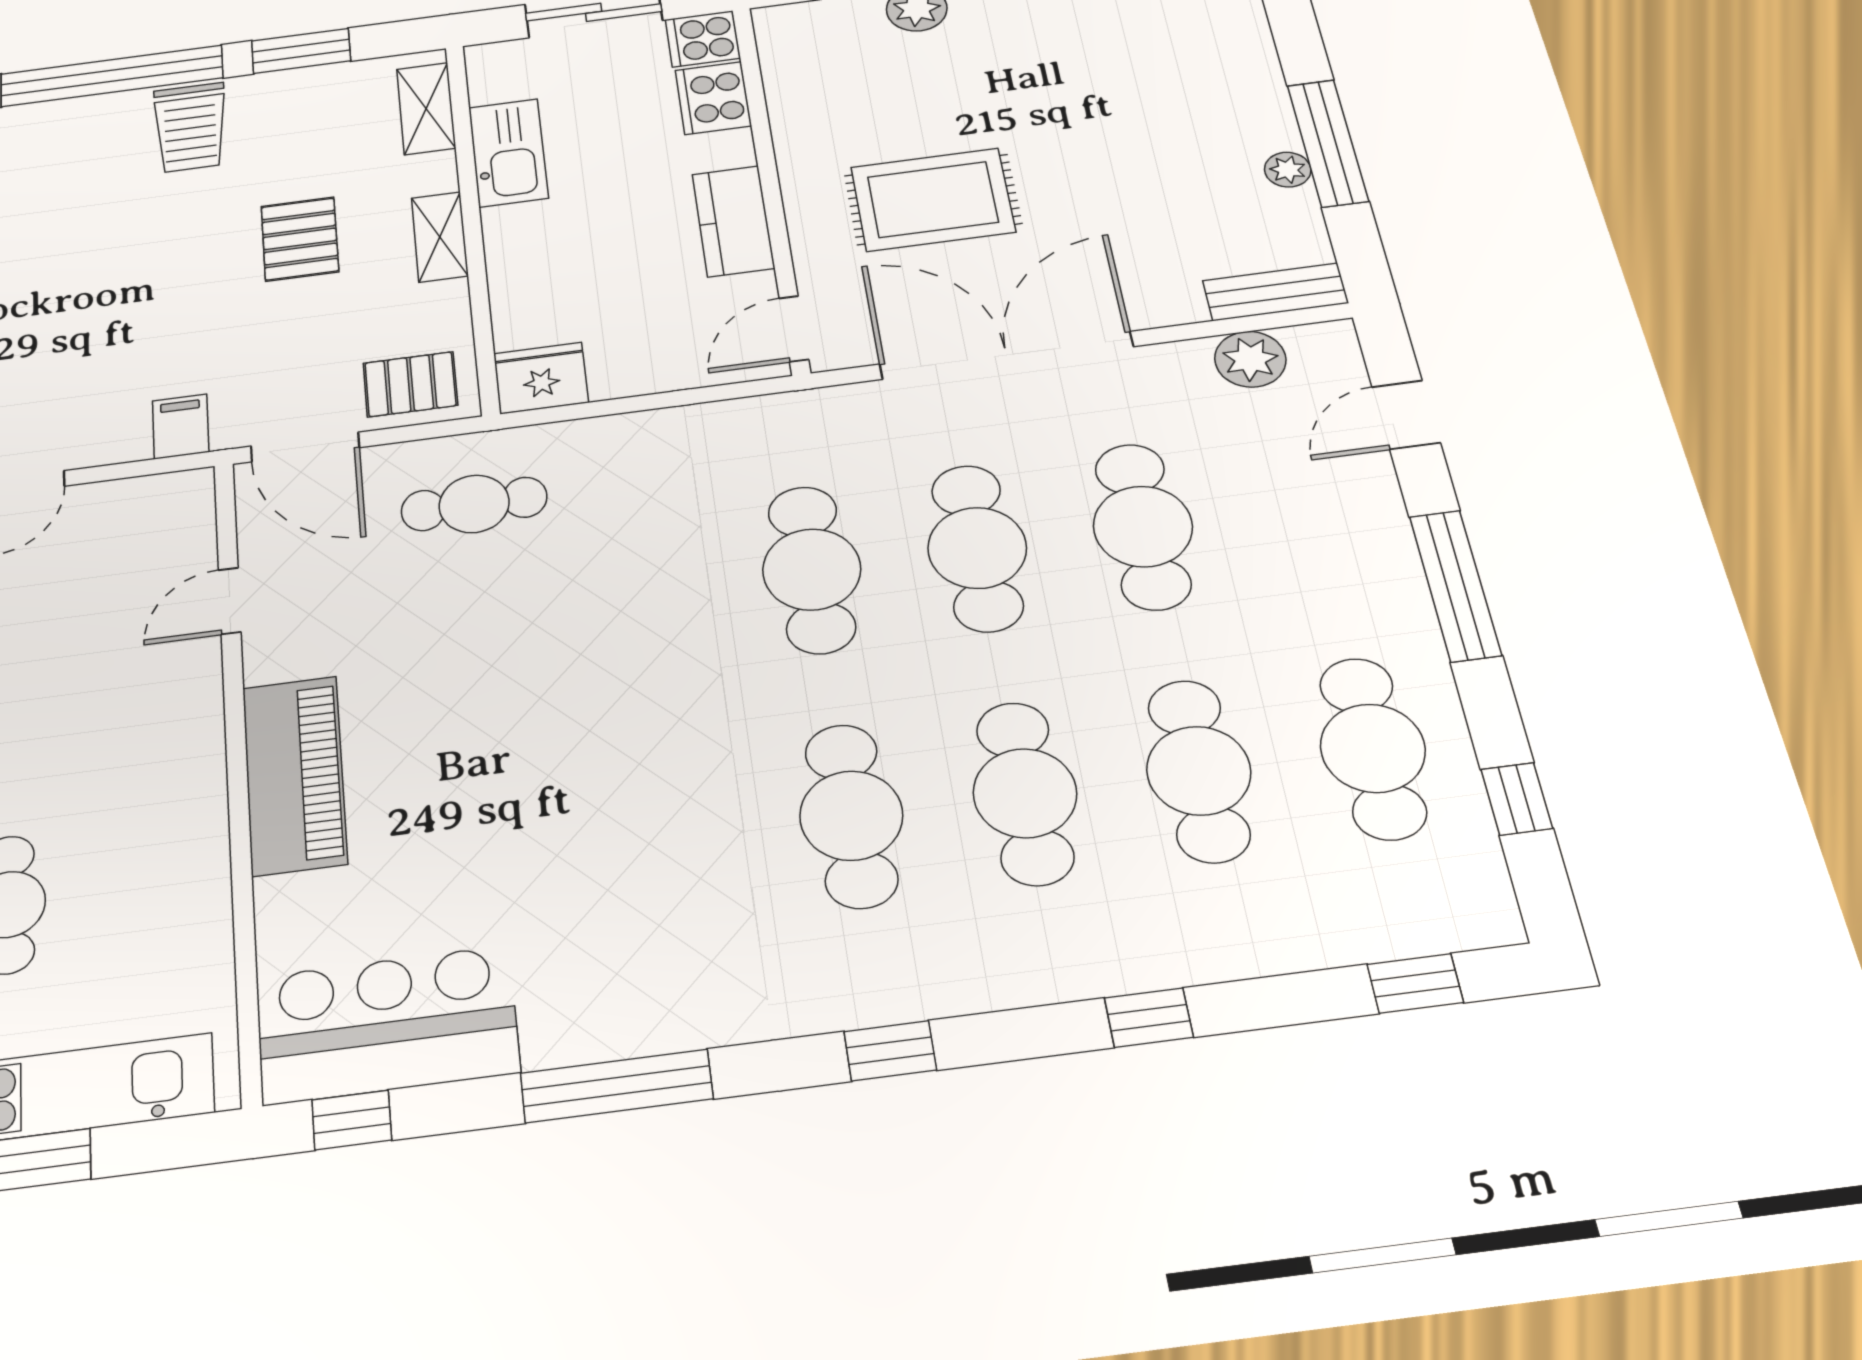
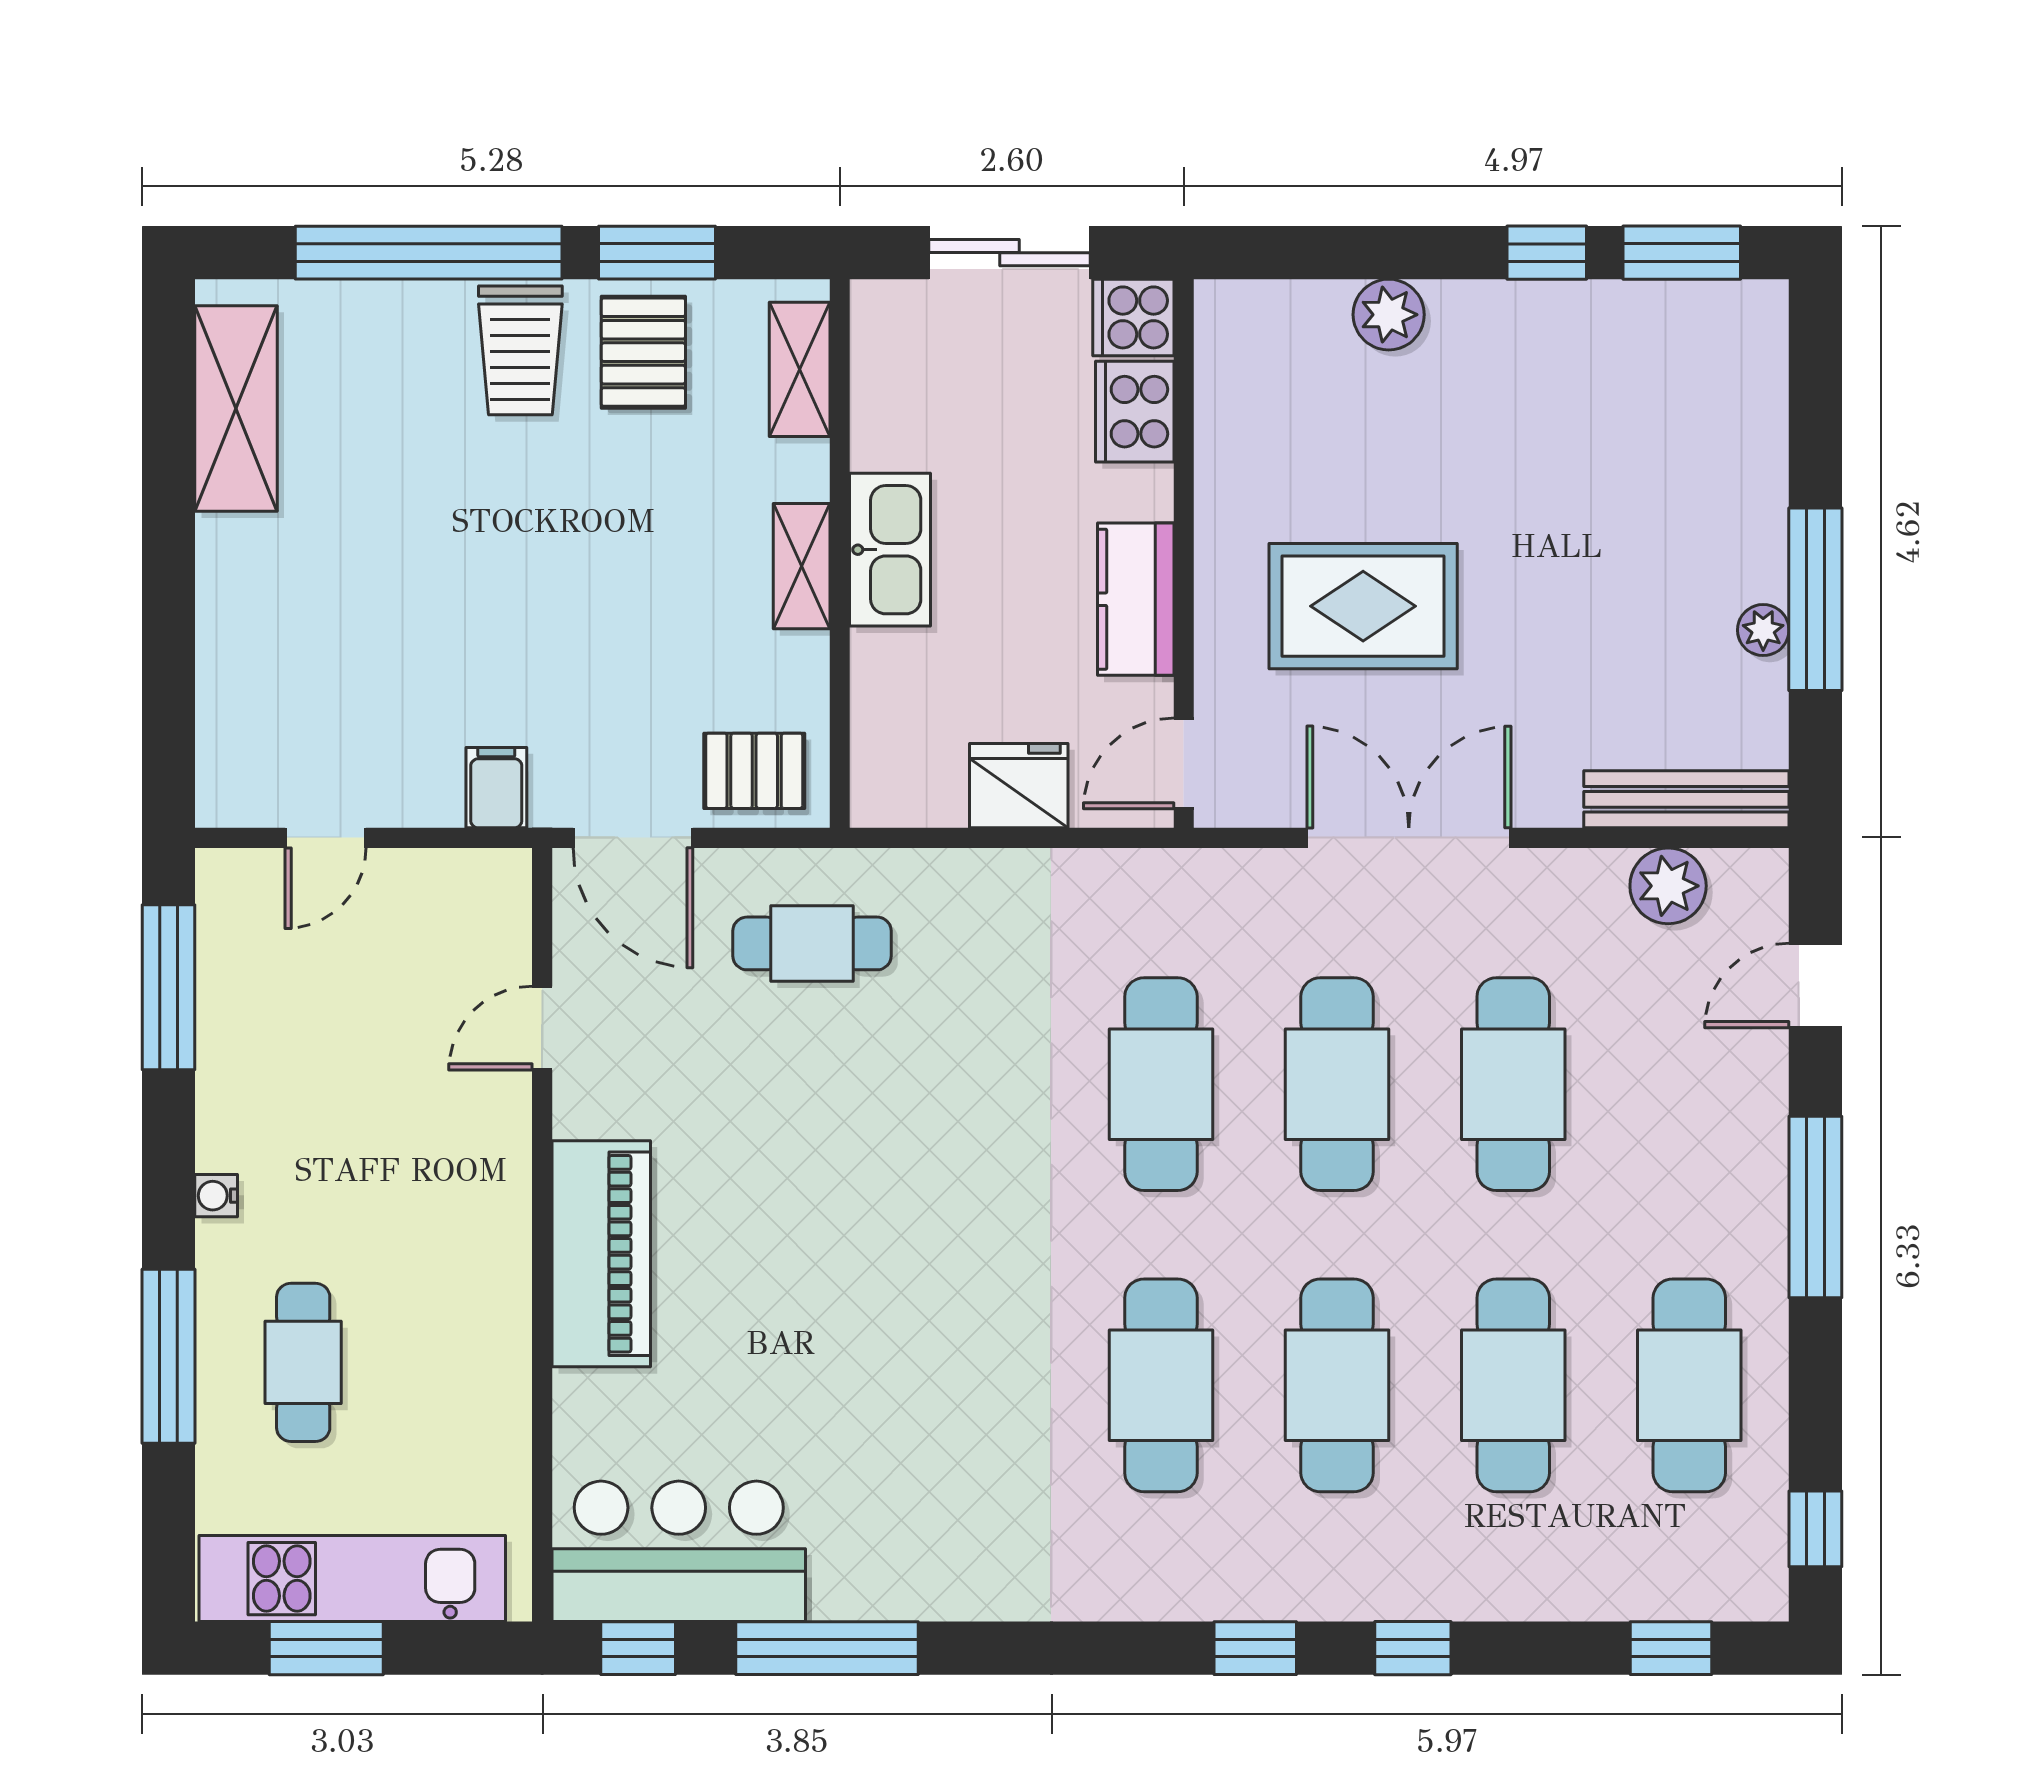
kitchen sink: (508, 153) -> (890, 550), moved
pallet: (300, 239) -> (643, 352), moved
bench: (1275, 292) -> (1686, 799), width x1.36
double door: (1006, 355) -> (1409, 838), width x0.73
fridge: (541, 378) -> (1019, 786), moved
window: (1517, 799) -> (1815, 1529), moved
window: (890, 1051) -> (1255, 1648), moved
window: (617, 1086) -> (827, 1648), moved

